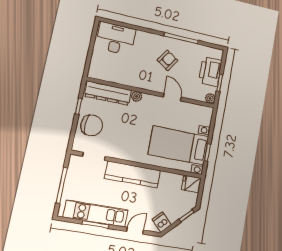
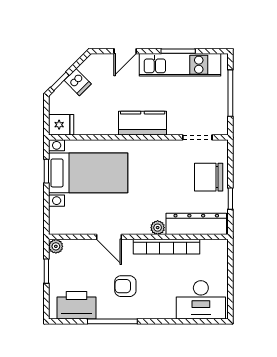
armchair: (167, 60) -> (125, 286), turned 57
printer: (210, 72) -> (77, 305), moved, turned -90
bookcase: (133, 81) -> (167, 247), added
kitchen counter: (133, 174) -> (143, 123), width x0.67
dishwasher: (162, 222) -> (78, 82), moved

